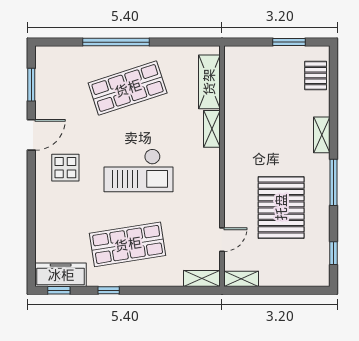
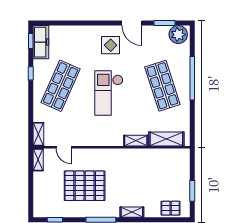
plant: (49, 64) -> (178, 35), added
shop shelf: (128, 244) -> (61, 86), turned 33

